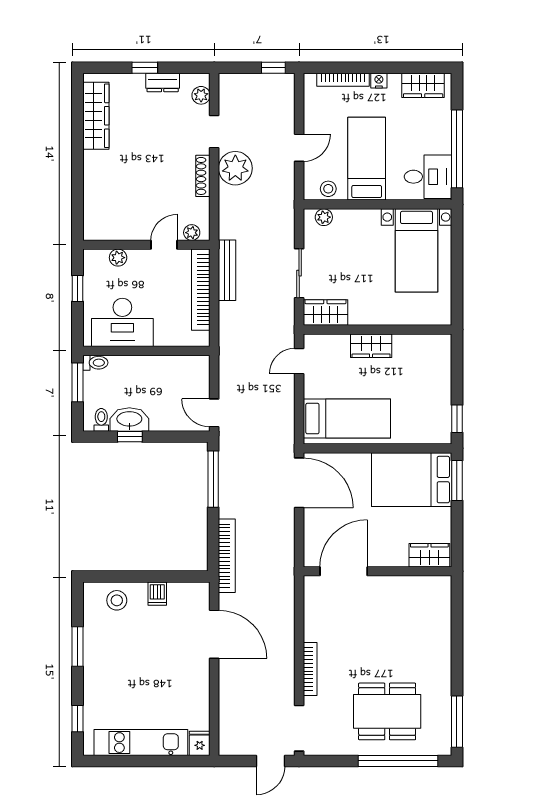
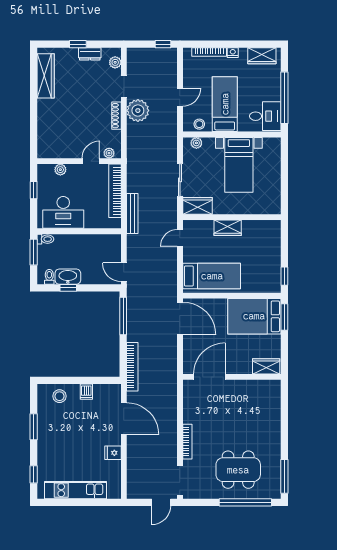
bed with nightstands: (416, 250) -> (239, 165), moved
bench: (227, 270) -> (132, 214), moved
fridge: (200, 743) -> (113, 453), moved, turned -90

